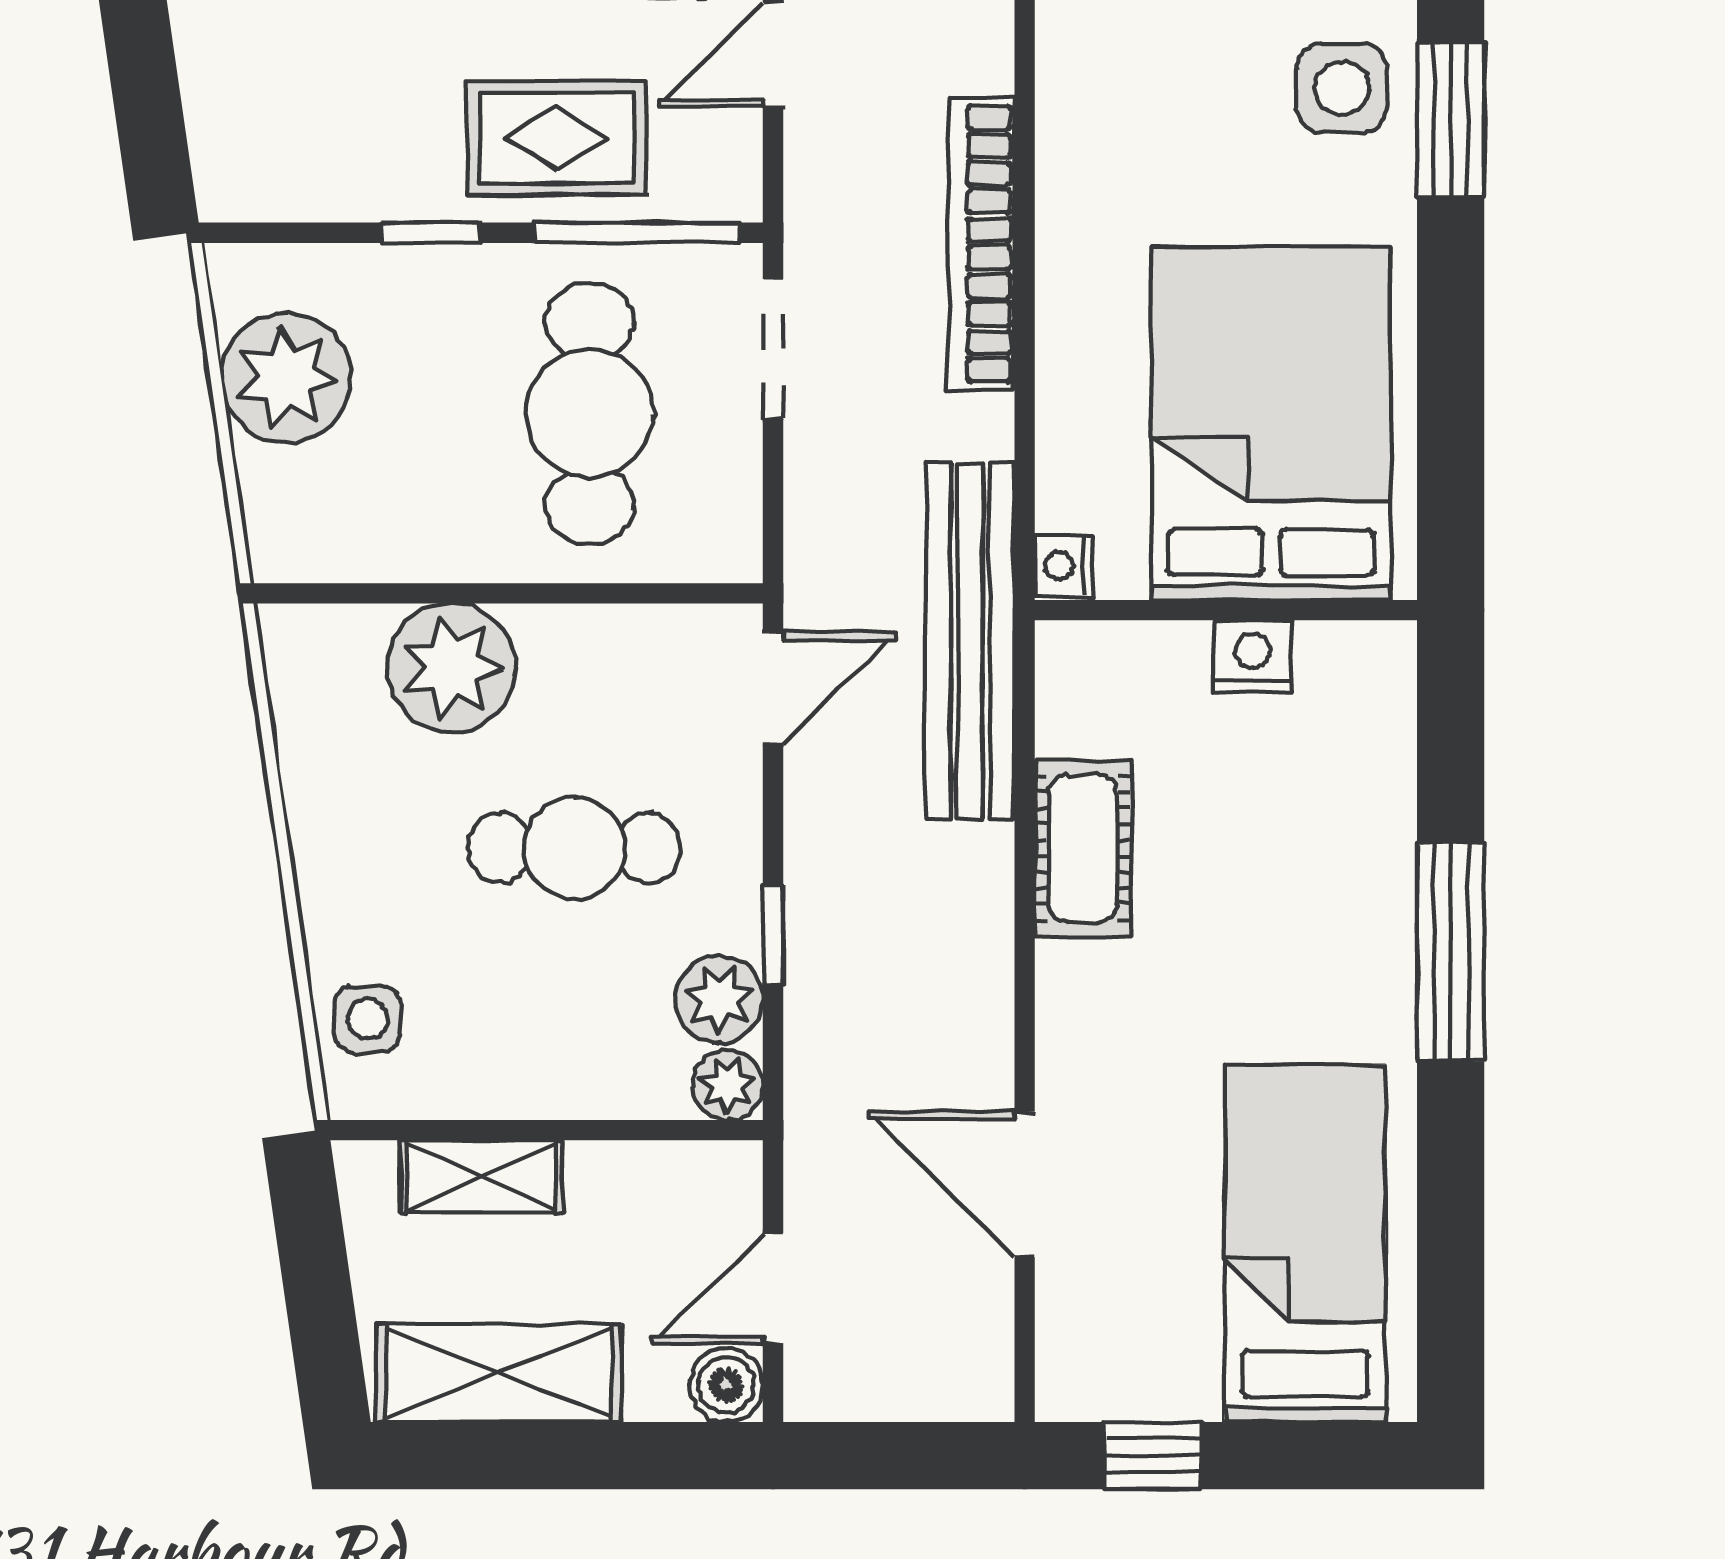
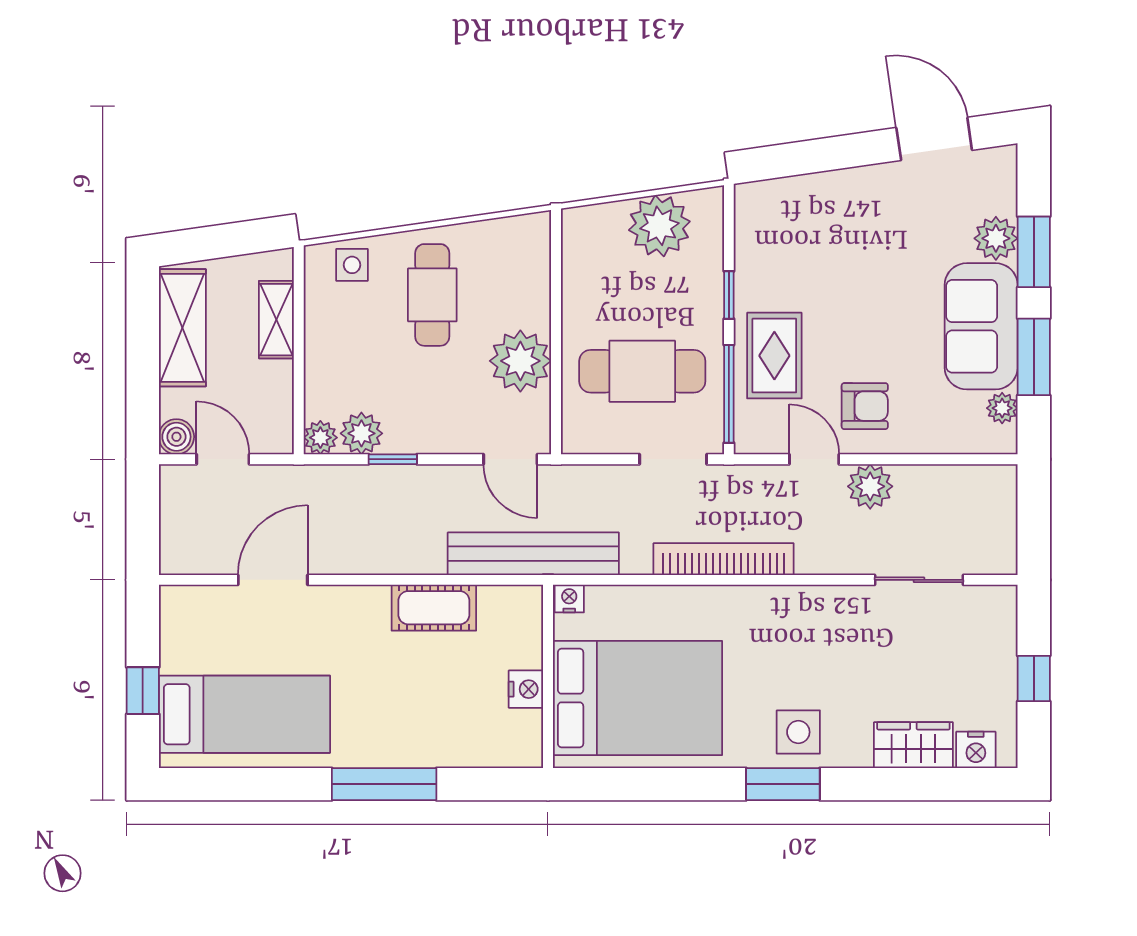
plant: (451, 668) -> (520, 361), moved
cafe table: (574, 848) -> (432, 295), moved
window: (1153, 1456) -> (143, 691), moved

